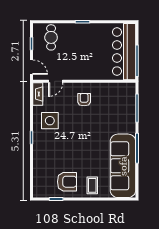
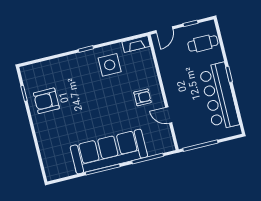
bar counter: (124, 52) -> (219, 96), moved, turned -90
door: (56, 81) -> (169, 115), moved
sofa: (123, 166) -> (109, 152), moved
armchair: (67, 182) -> (46, 101), turned 90
coffee table: (92, 185) -> (49, 130), removed

